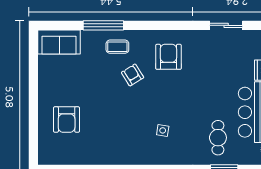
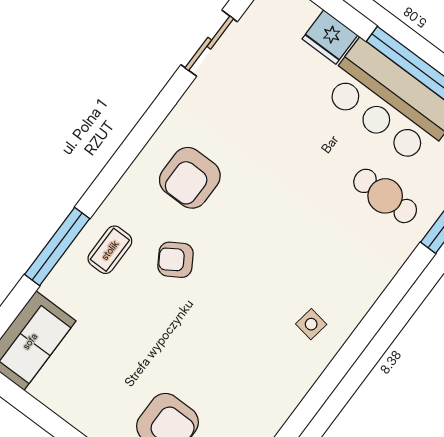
armchair: (168, 57) -> (190, 178), turned -90
side table: (163, 130) -> (311, 324), moved

